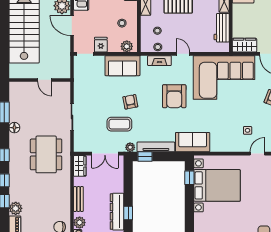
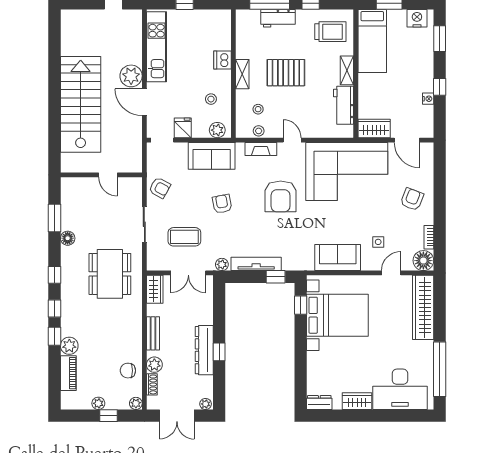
armchair: (83, 90) -> (160, 188), added
coffee table: (119, 124) -> (184, 237), moved
sofa: (193, 142) -> (338, 258), moved
window: (145, 157) -> (276, 277), moved

